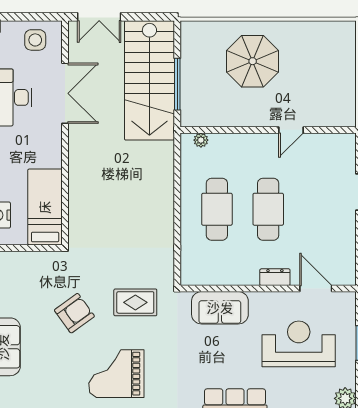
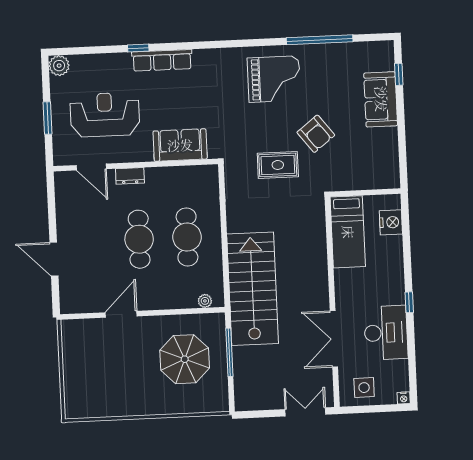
parasol: (253, 61) -> (185, 359), moved
stairs: (149, 80) -> (253, 289), moved
door: (291, 130) -> (121, 314), width x1.38
rug: (135, 302) -> (278, 165), moved
armchair: (74, 313) -> (316, 134), turned -92
reception desk: (299, 344) -> (105, 115), turned 180

